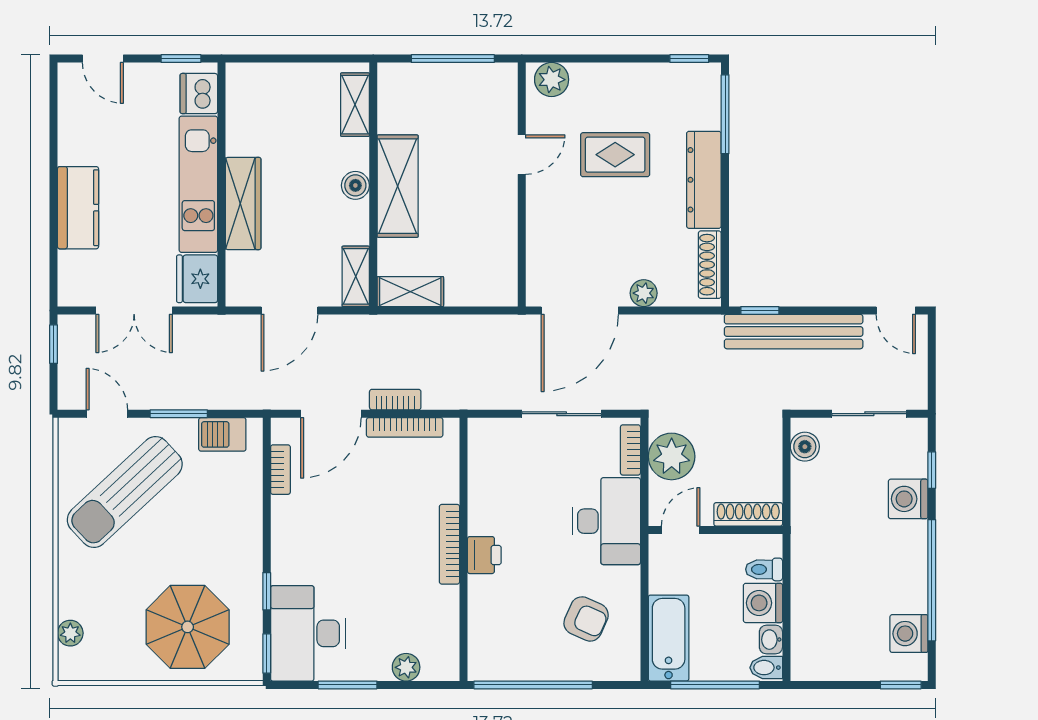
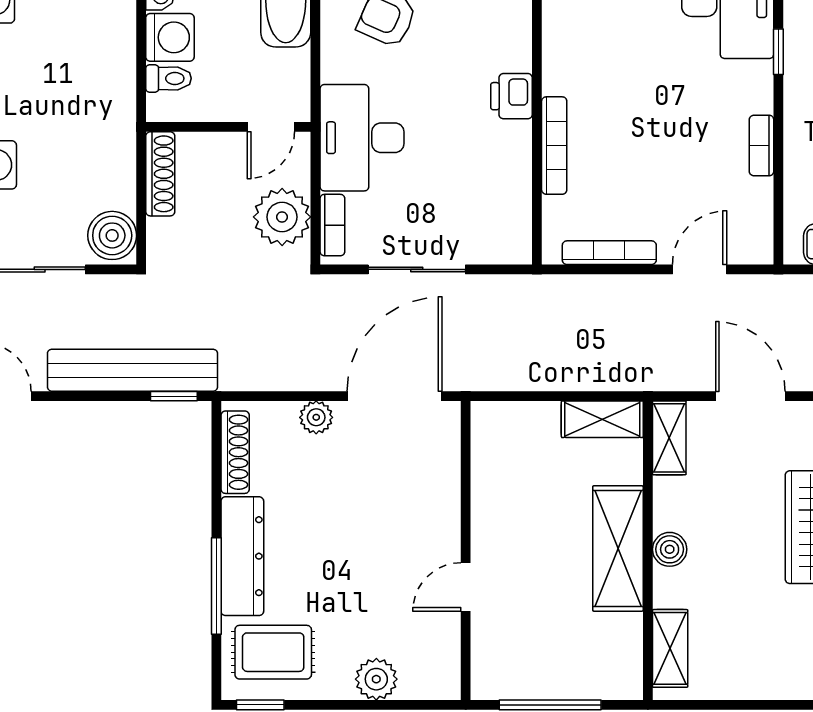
plant: (552, 80) -> (376, 679), moved
window: (725, 114) -> (216, 586), moved
rug: (615, 155) -> (273, 652), moved
door: (289, 310) -> (750, 396), hinge flipped
bookcase: (395, 400) -> (621, 287), removed
door: (331, 414) -> (700, 269), width x0.73
boiler: (805, 447) -> (112, 235), width x1.36, depth x1.36
bookcase: (280, 470) -> (762, 146), moved
shoe rack: (748, 514) -> (160, 174), moved, turned -90
bookcase: (450, 544) -> (554, 146), moved

